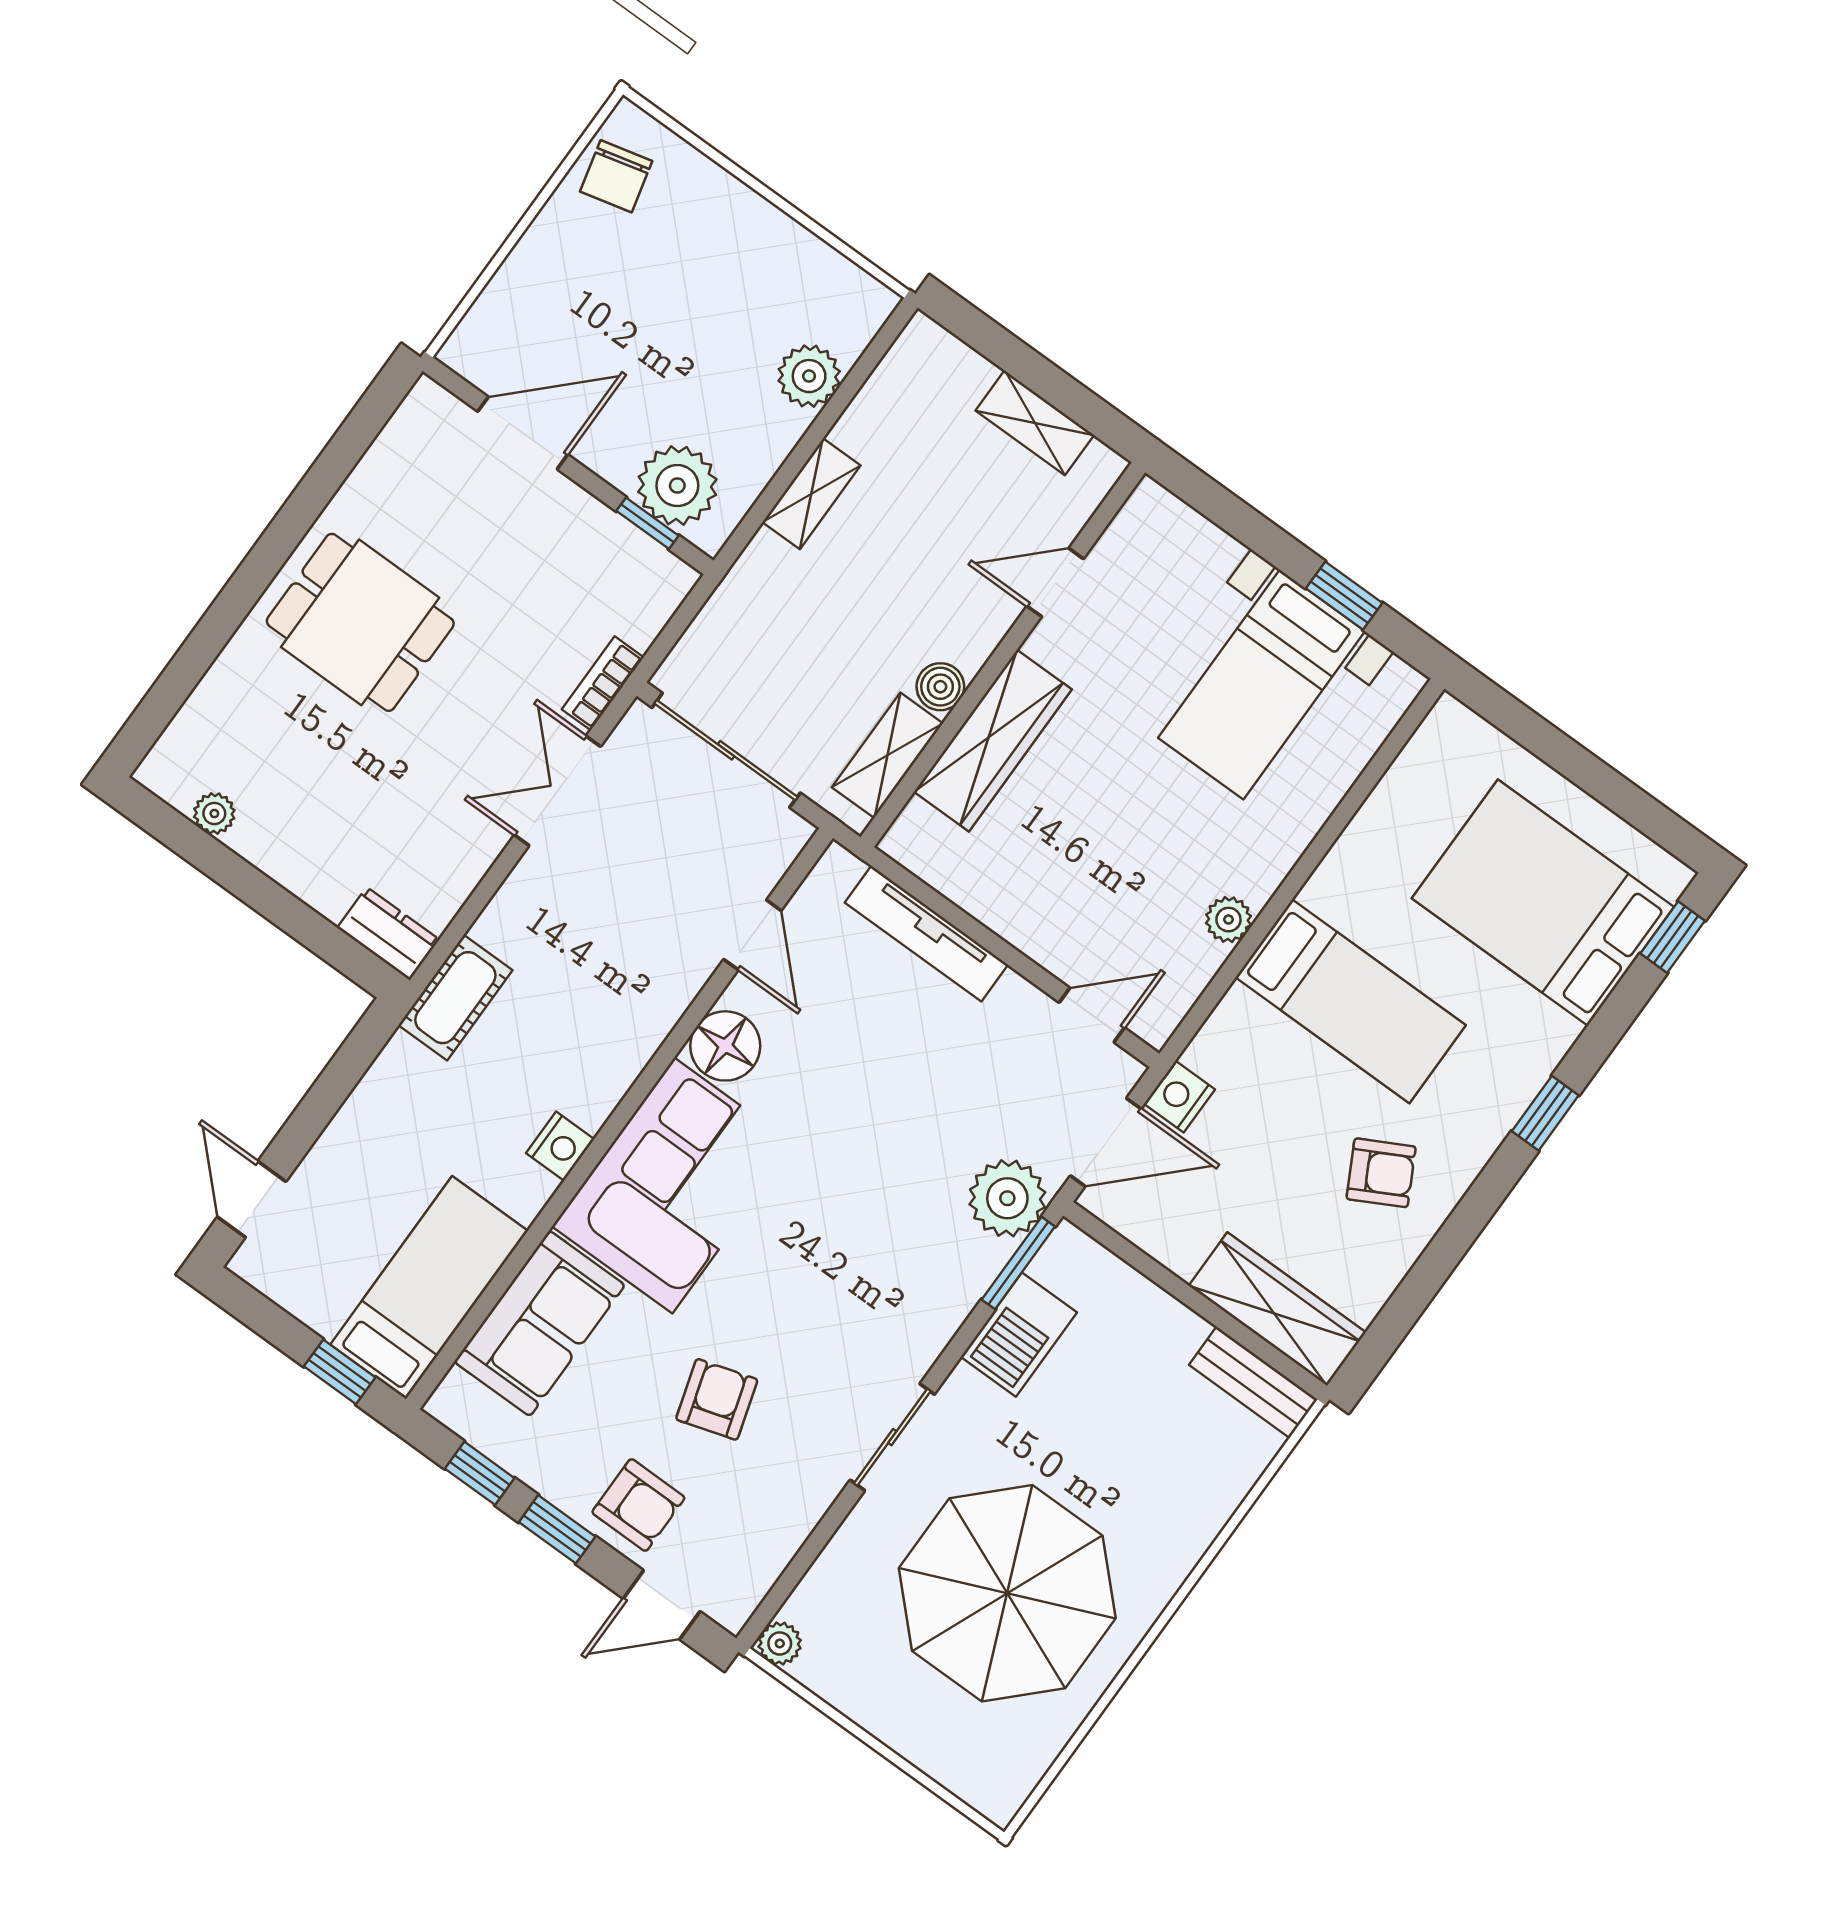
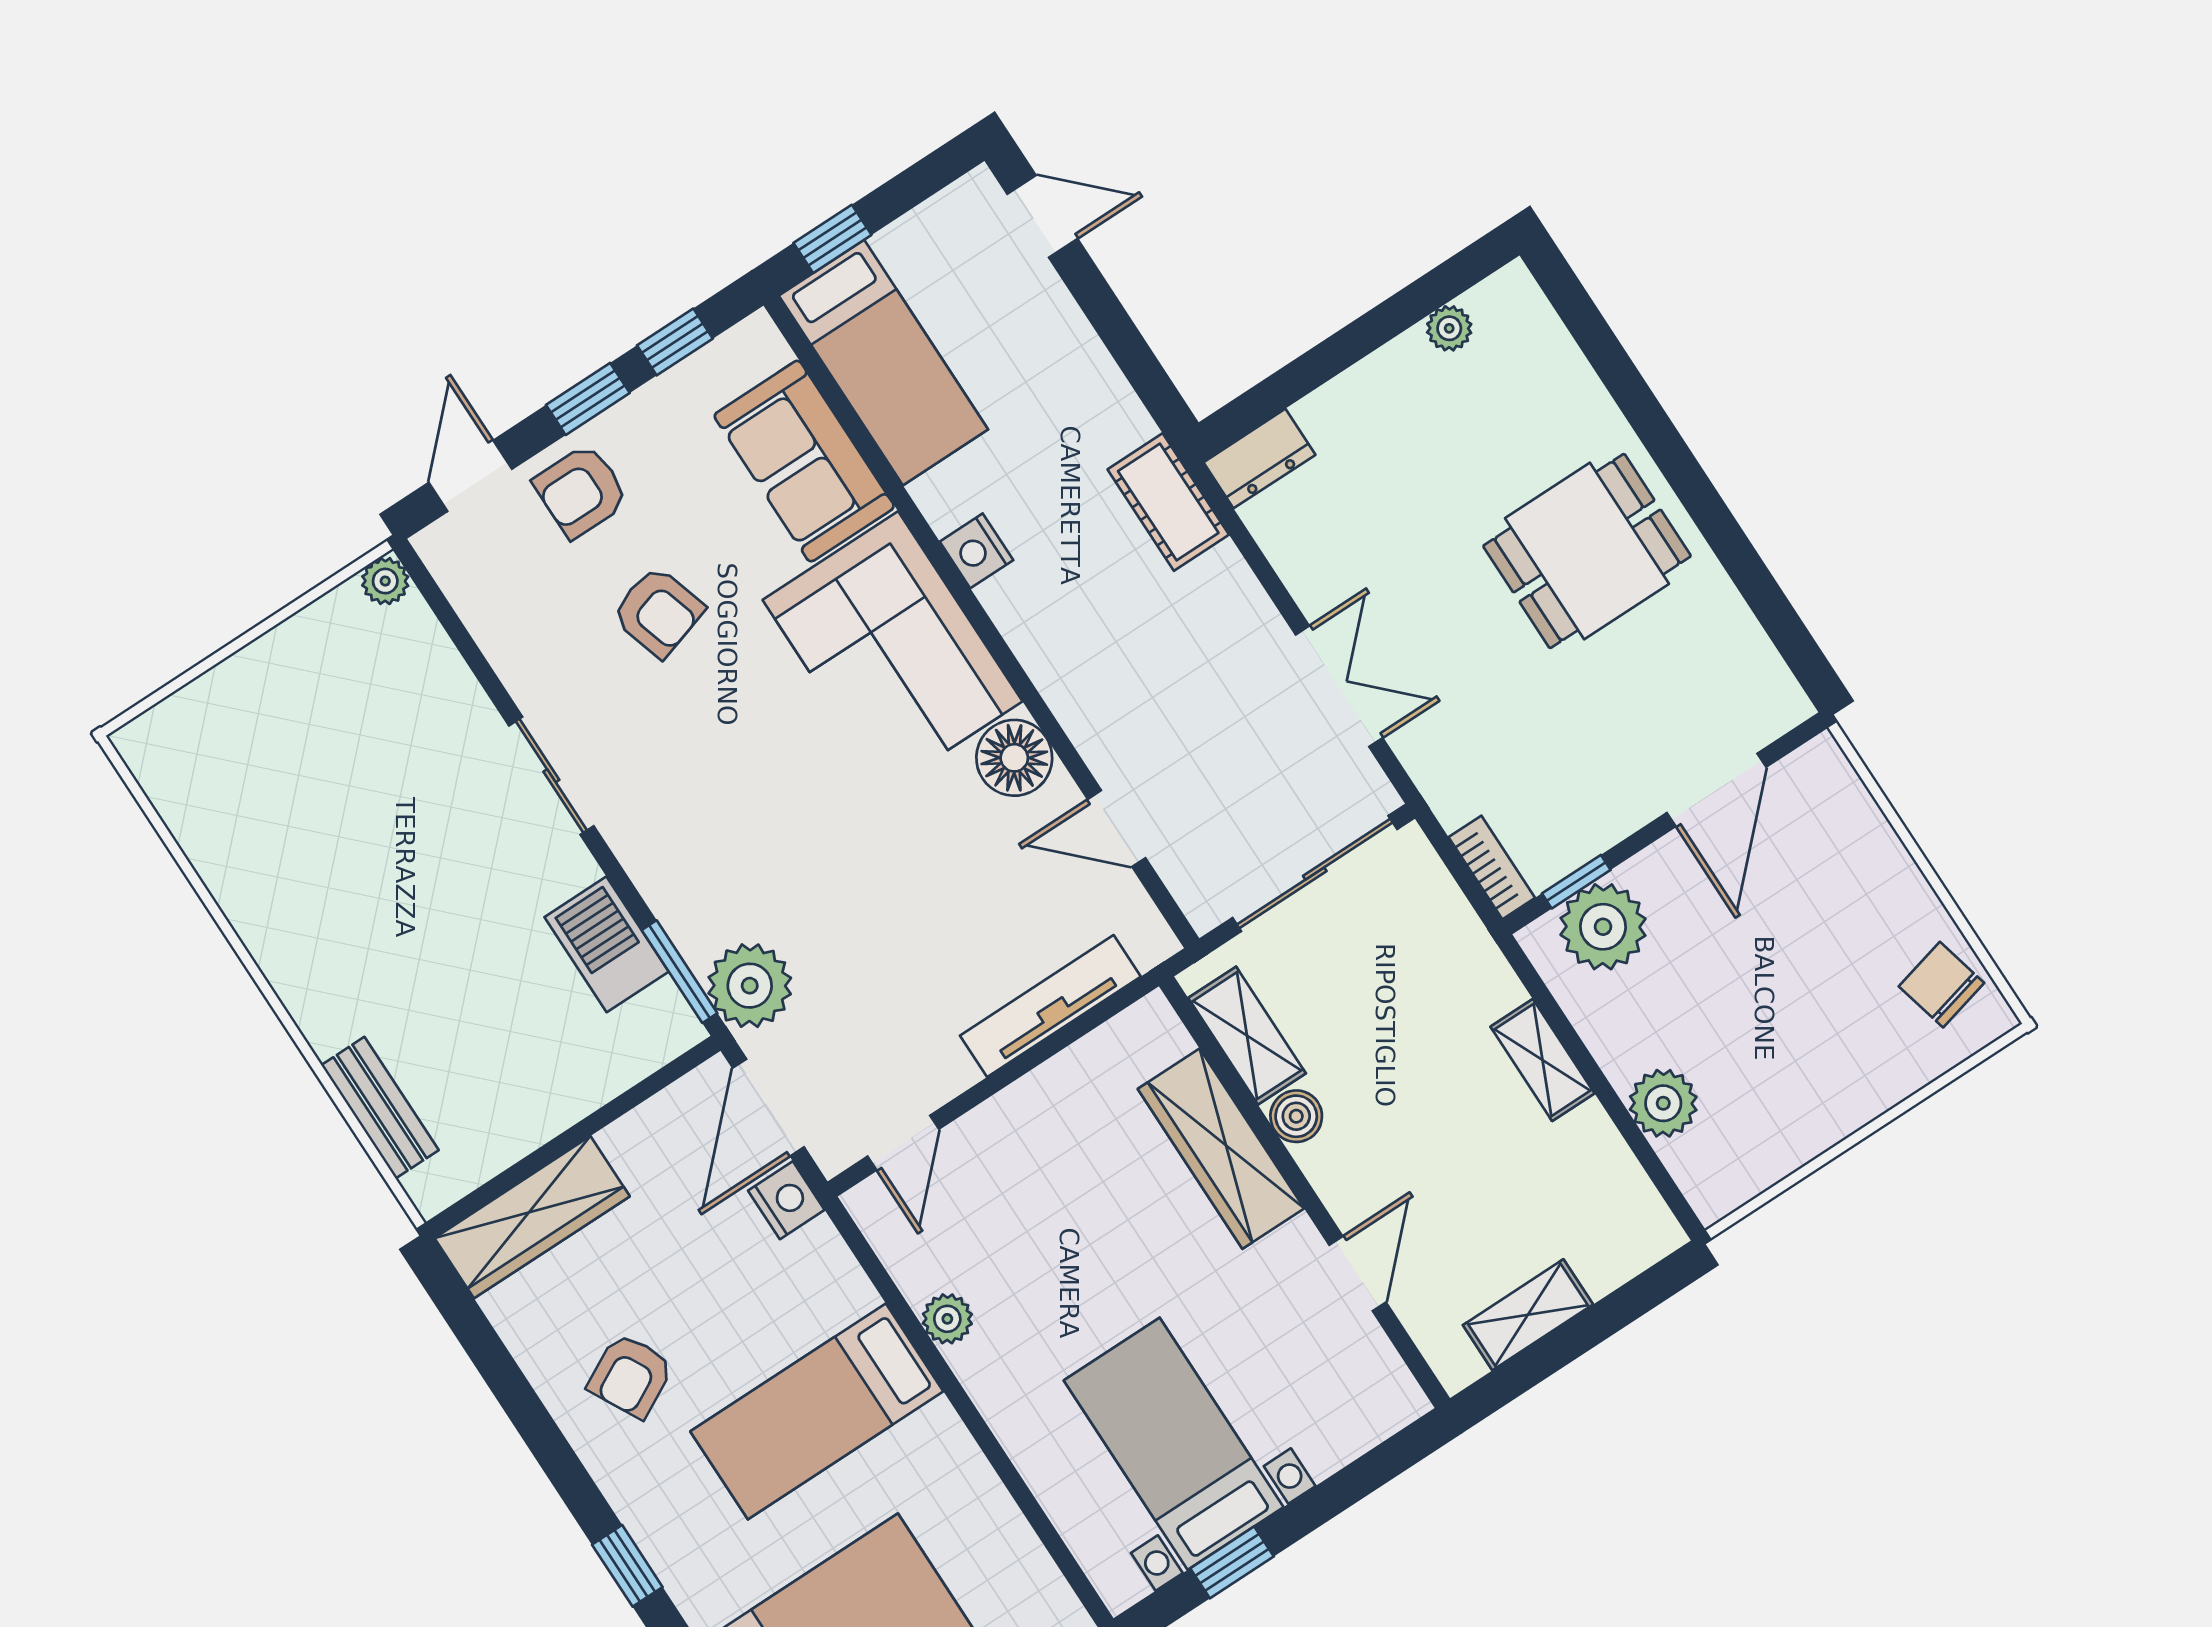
bookcase: (603, 683) -> (1492, 867), moved
bench: (1253, 1382) -> (380, 1108), moved, turned 90
parasol: (1007, 1593) -> (348, 832), removed

